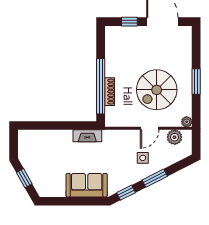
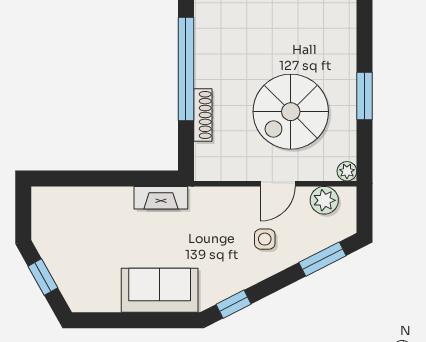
window: (101, 86) -> (186, 69), moved
window: (155, 178) -> (322, 259), moved

